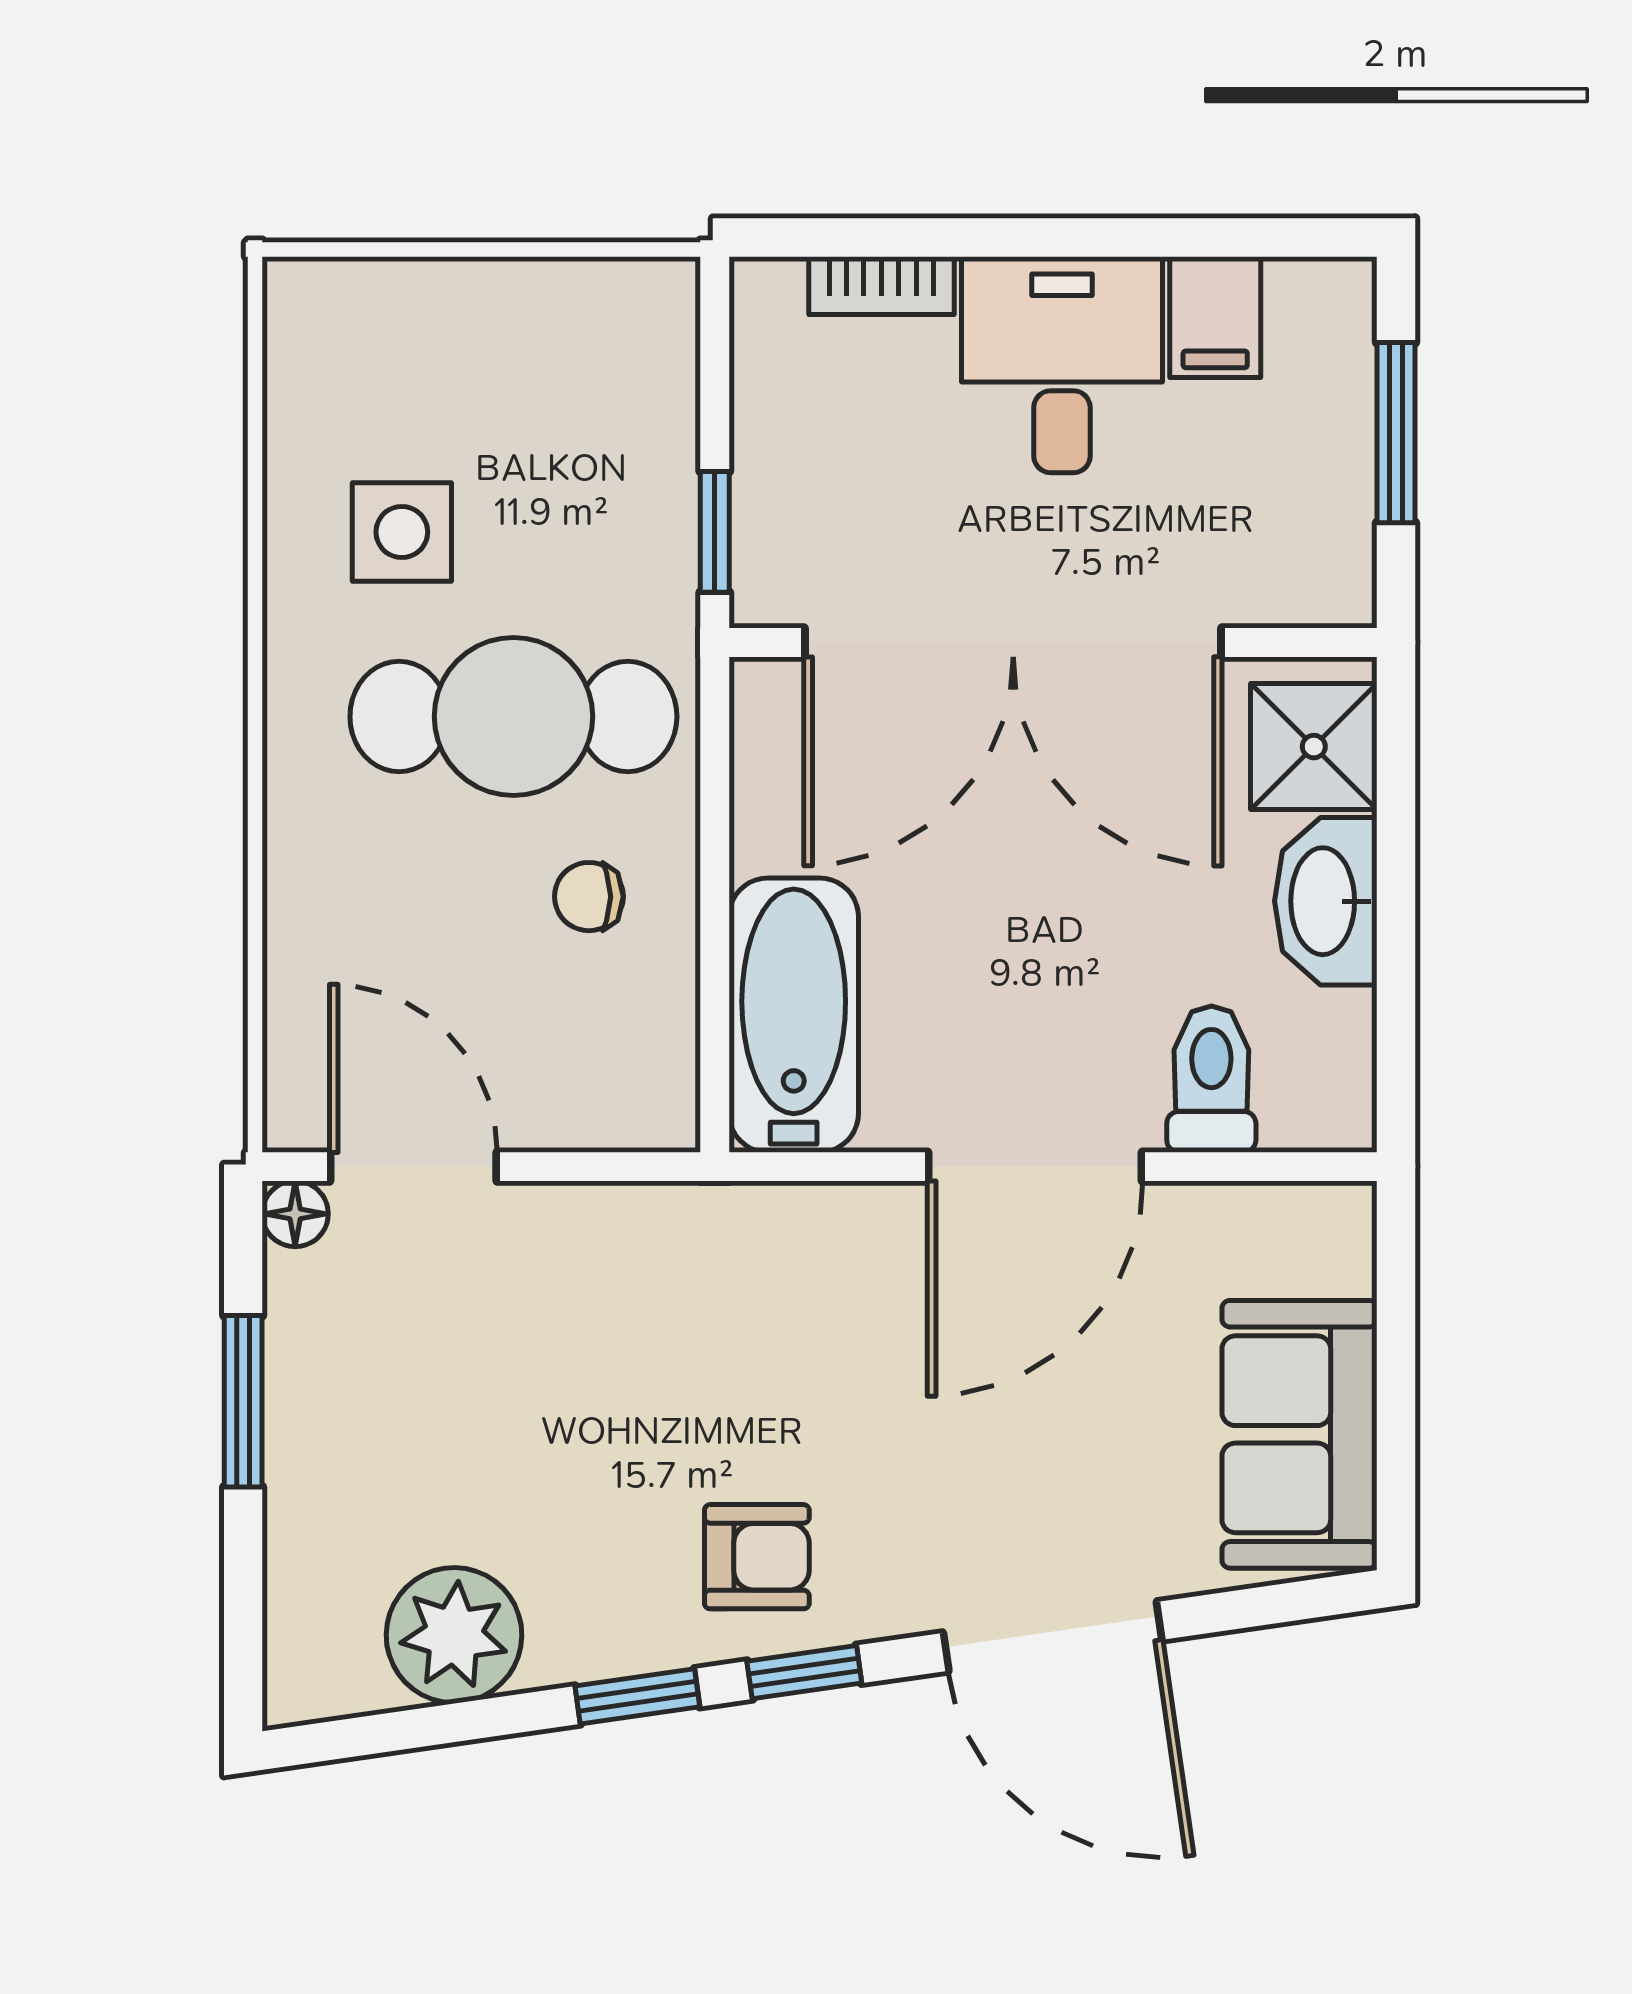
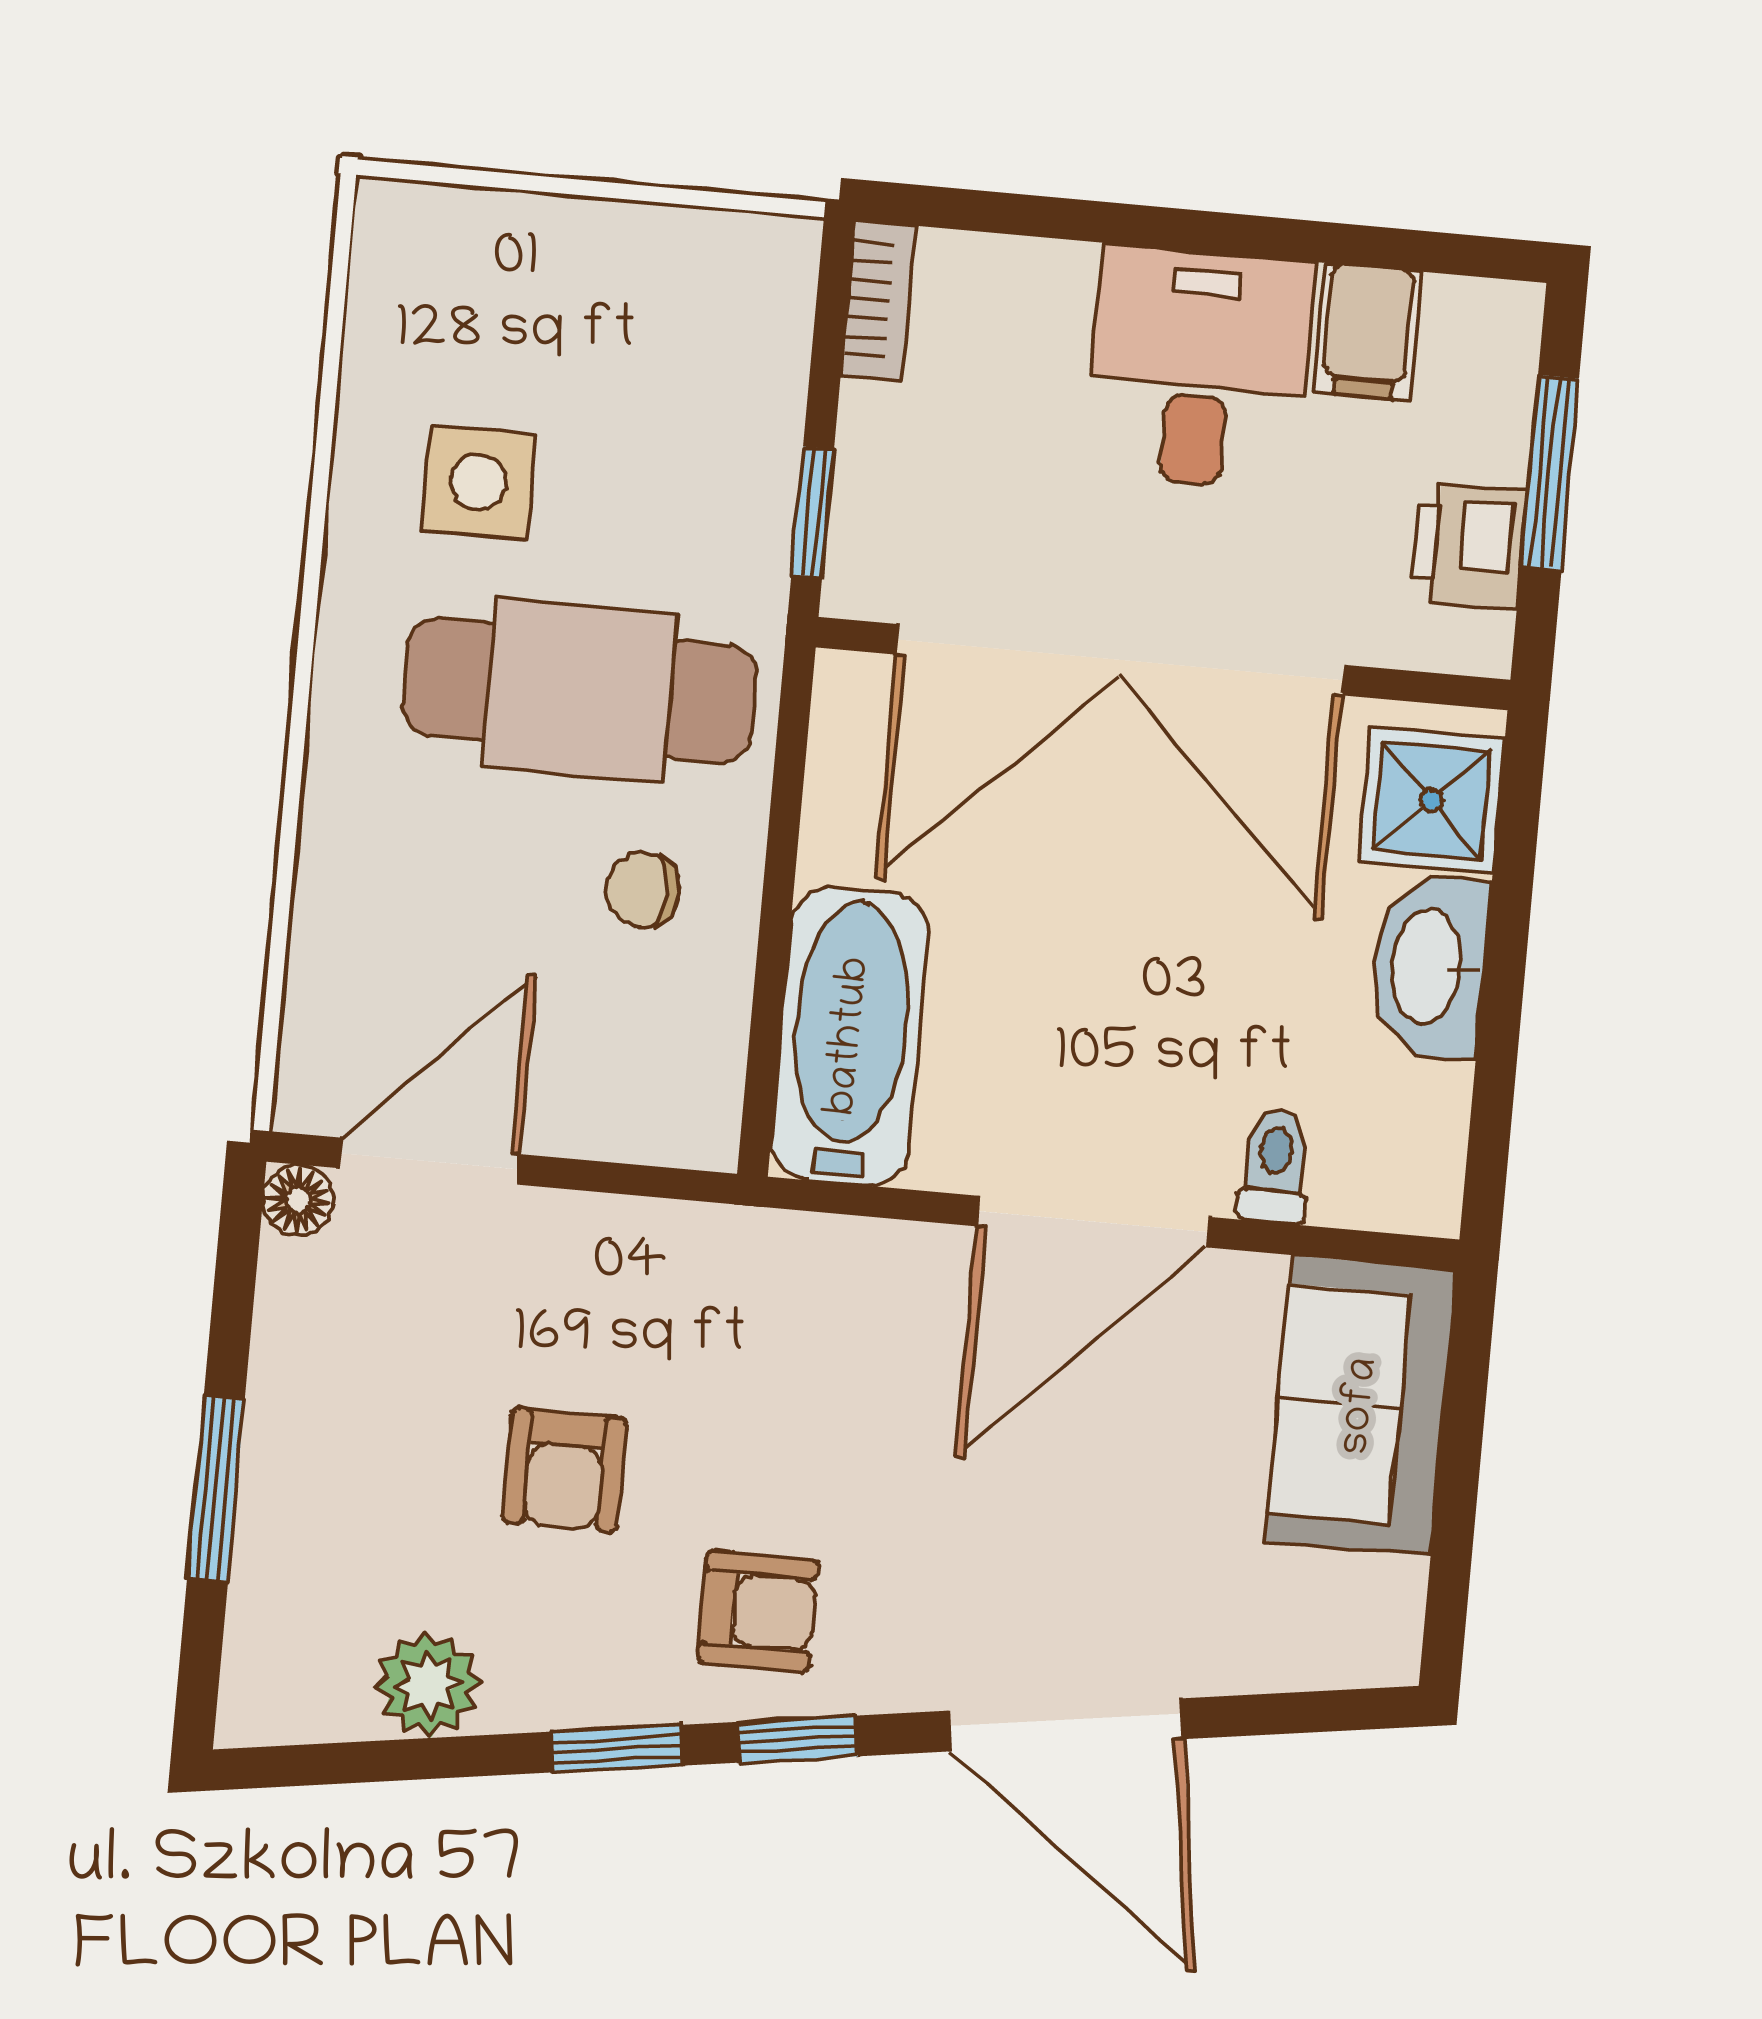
bookcase: (881, 286) -> (879, 301), moved, turned -90
printer: (1326, 507) -> (1468, 546), added
toilet: (1211, 1079) -> (1275, 1166), width x0.73, depth x0.72
door: (413, 1167) -> (429, 1161), hinge flipped
window: (243, 1401) -> (216, 1489), moved
sofa: (1300, 1434) -> (1361, 1406), moved
armchair: (565, 1442) -> (564, 1470), added
plant: (454, 1635) -> (428, 1685), width x0.73, depth x0.73

